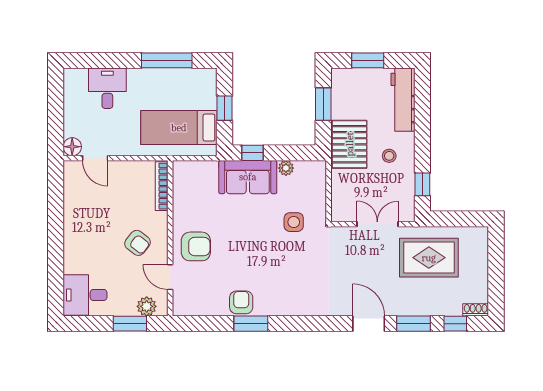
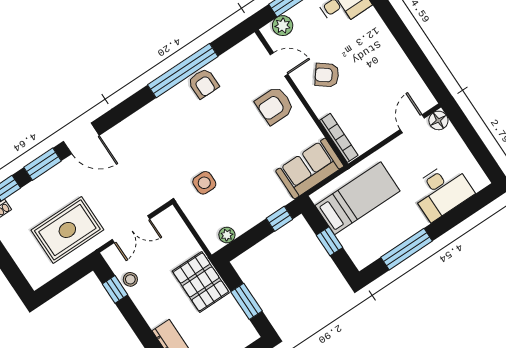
desk: (107, 88) -> (442, 191), width x1.37
stool: (389, 156) -> (130, 279), moved
door: (95, 158) -> (412, 124), hinge flipped
plant: (286, 168) -> (227, 235), moved
sofa: (248, 177) -> (310, 169), moved
window: (251, 324) -> (183, 71), width x2.11

